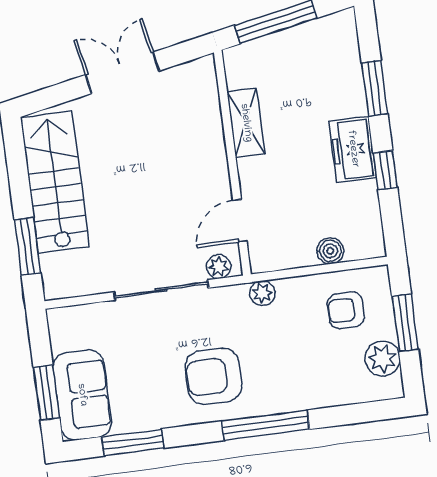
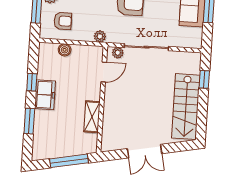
window: (28, 246) -> (204, 79), width x0.67

